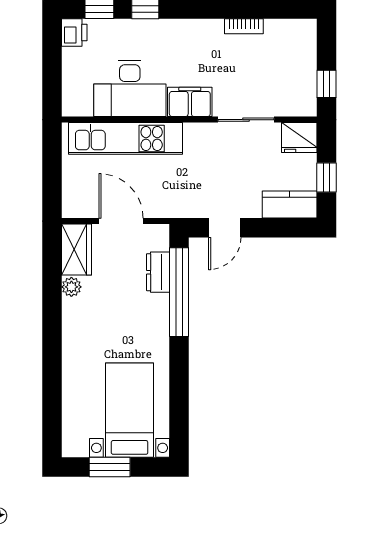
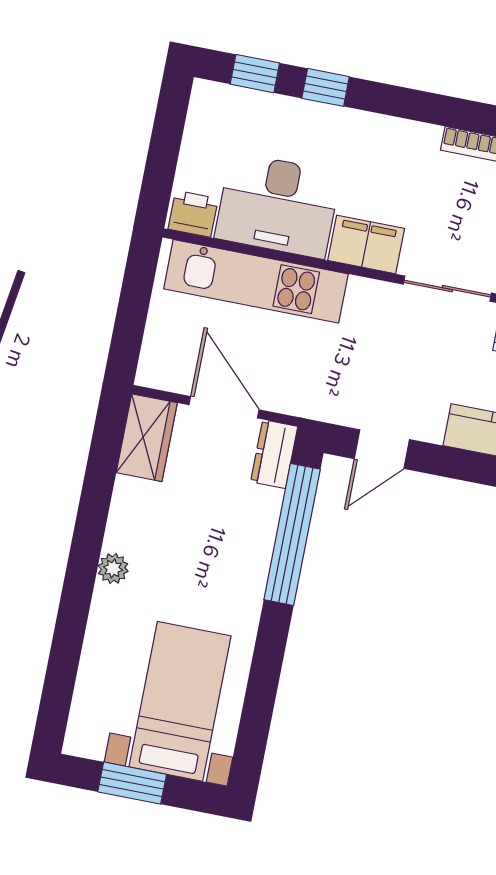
printer: (74, 32) -> (193, 214), moved, turned -90
dresser: (158, 272) -> (274, 454), moved
plant: (71, 287) -> (113, 569), moved

